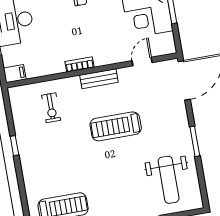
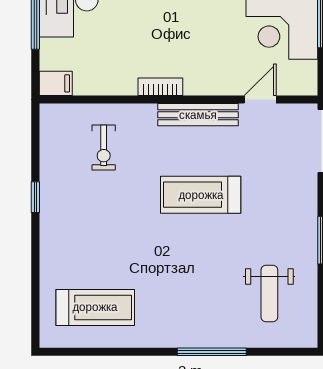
bench: (99, 79) -> (198, 115), width x1.36
weight bench: (169, 180) -> (269, 294), width x0.73, depth x0.75

